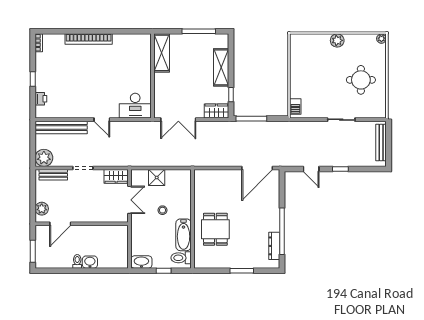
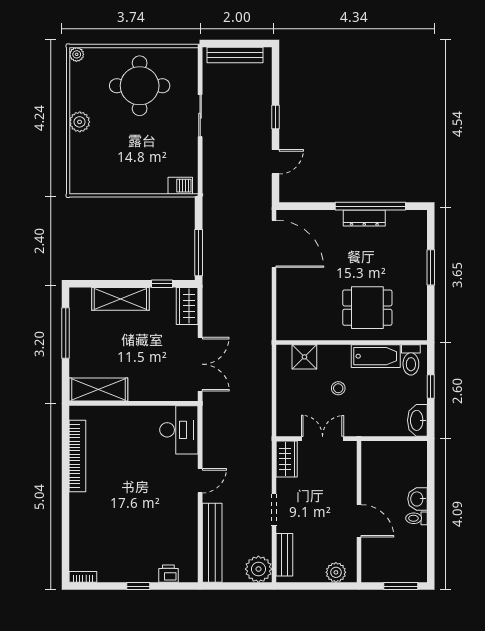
bookcase: (89, 39) -> (77, 456), moved
round table: (361, 80) -> (140, 86), width x1.36, depth x1.36
shower: (157, 178) -> (304, 357), moved
door: (60, 224) -> (359, 521), moved
dresser: (274, 246) -> (364, 218), moved

